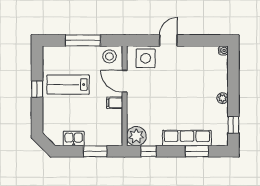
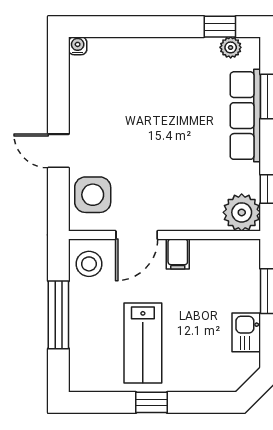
plant: (223, 98) -> (231, 47), moved

